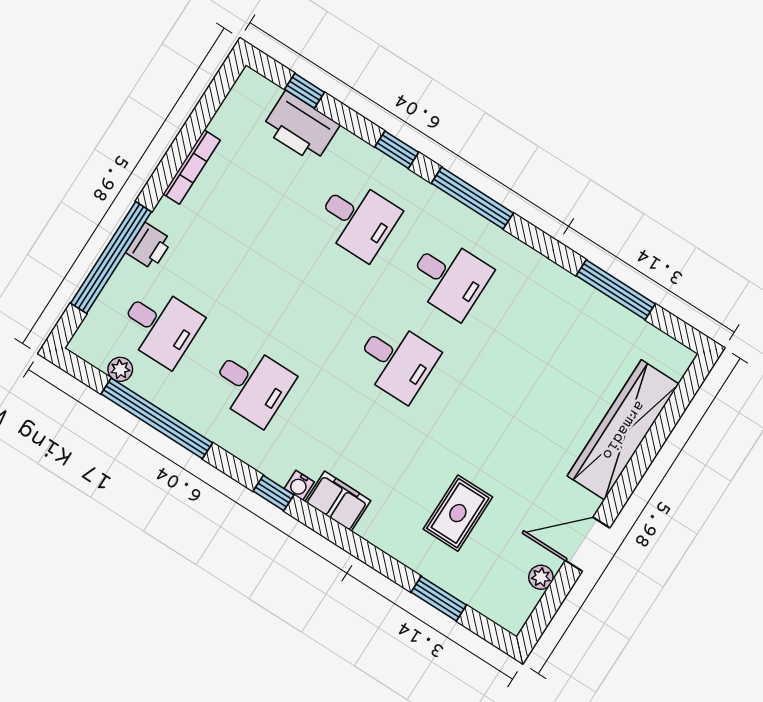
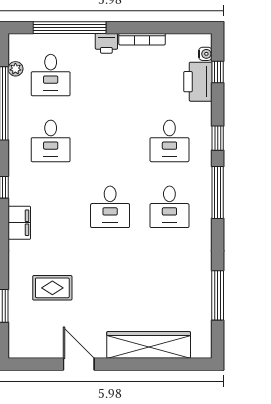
printer: (149, 246) -> (106, 43), moved
water cooler: (299, 485) -> (205, 54), moved, turned 180
plant: (541, 577) -> (47, 351), removed

